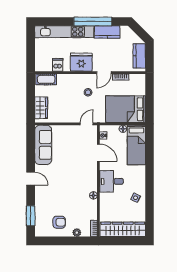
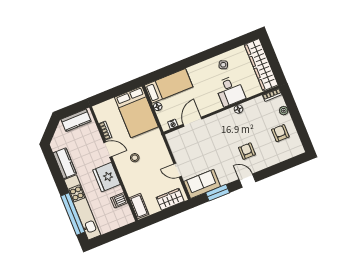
window: (93, 21) -> (73, 214), moved
door: (87, 124) -> (178, 170), moved
sofa: (43, 145) -> (202, 184), width x0.73
door: (31, 179) -> (247, 181), hinge flipped
desk: (111, 181) -> (230, 91), moved
armchair: (55, 188) -> (247, 151), added
window: (31, 216) -> (218, 193), moved

